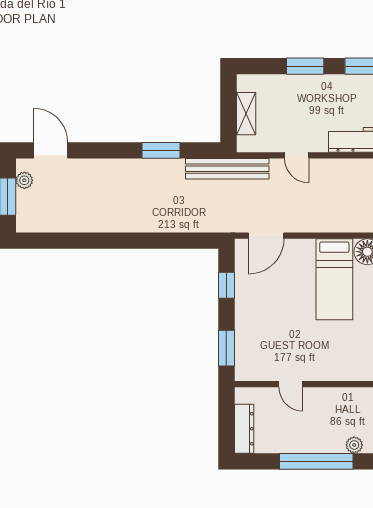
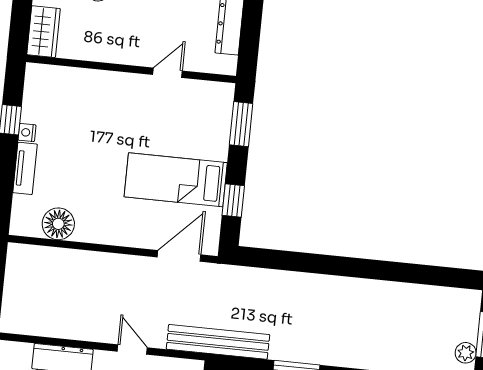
bed: (334, 279) -> (176, 180), moved, turned -90
door: (291, 384) -> (167, 73), hinge flipped

